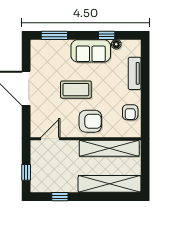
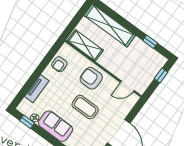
window: (107, 35) -> (27, 122), moved
armchair: (130, 112) -> (59, 64), turned 180
shelving: (109, 148) -> (85, 45), width x0.68

